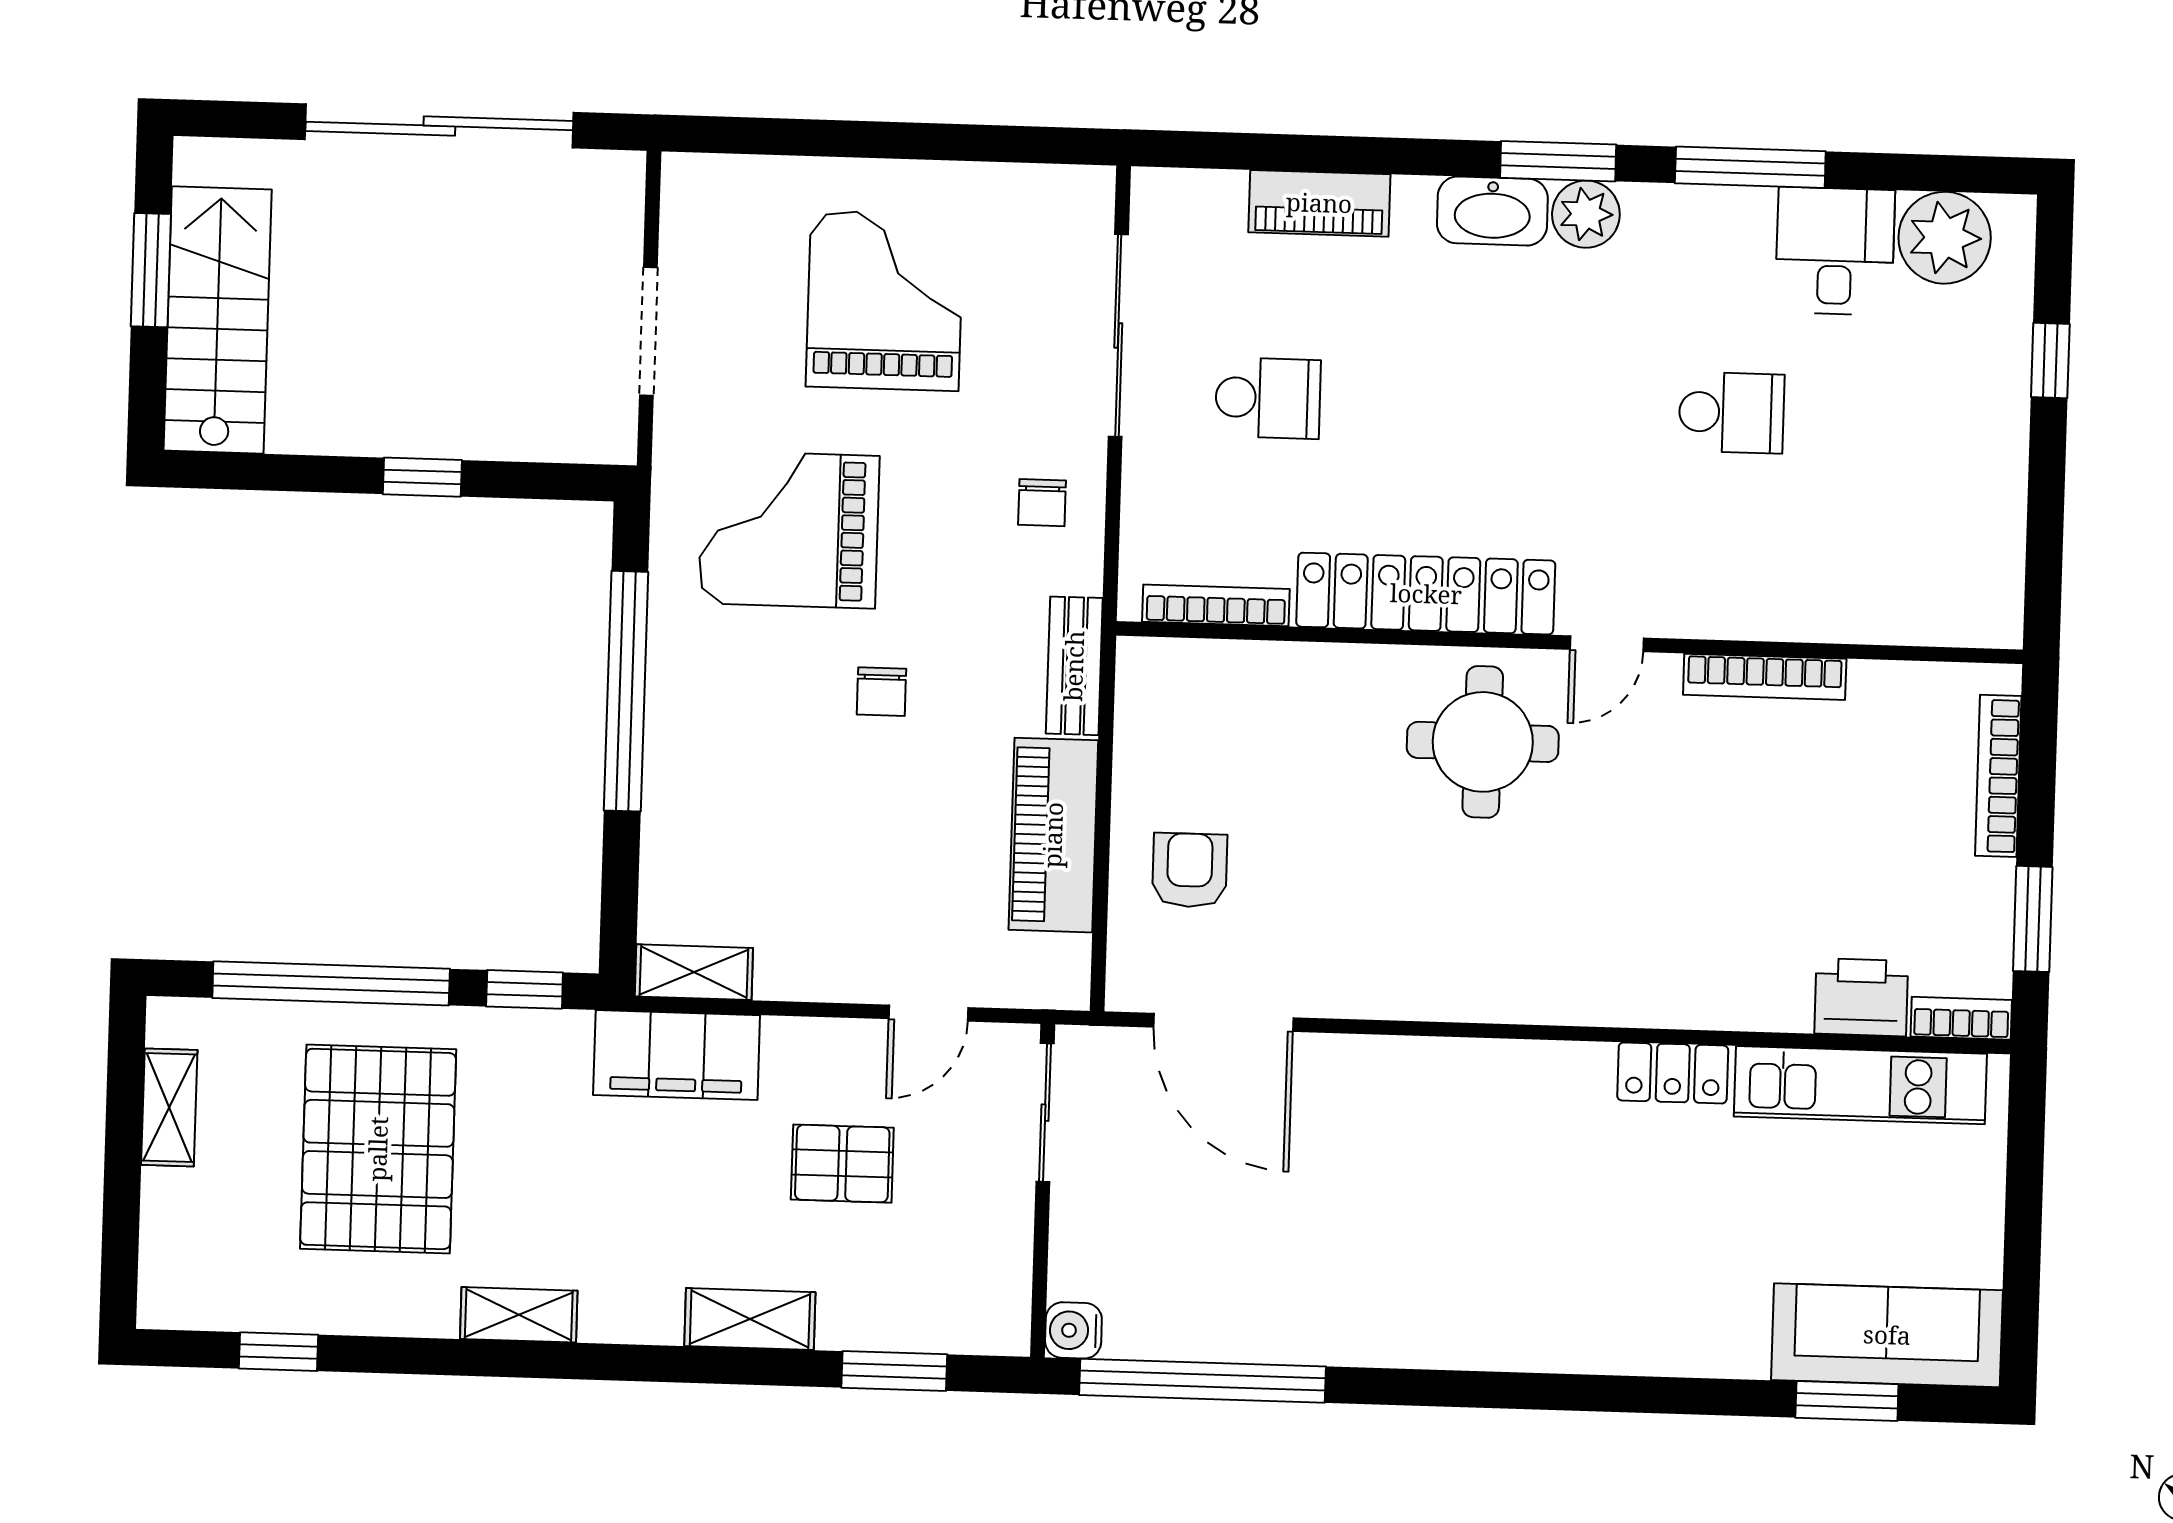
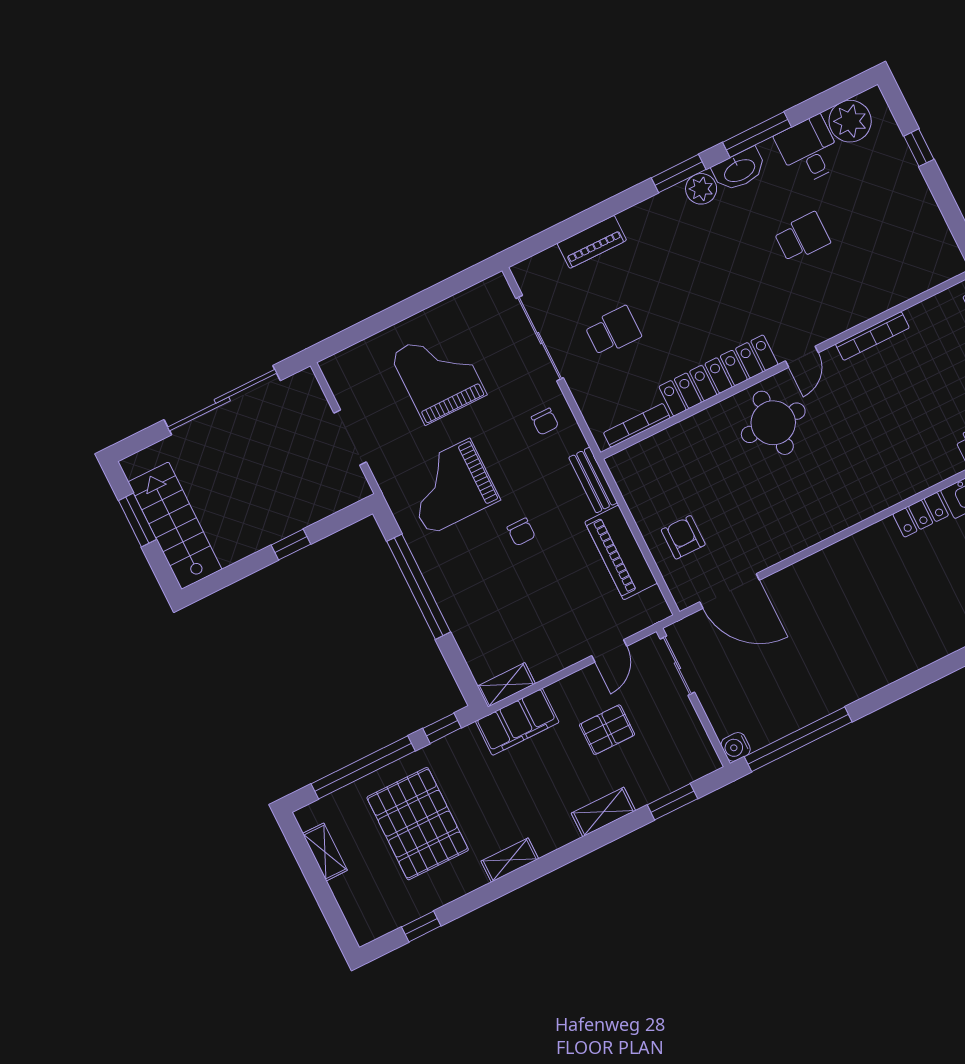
washbasin: (1492, 211) -> (739, 170), moved

